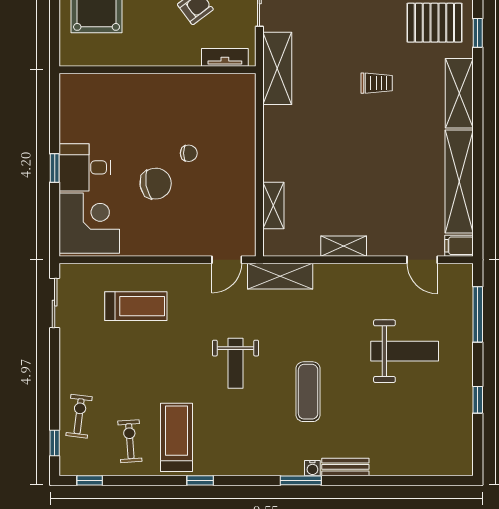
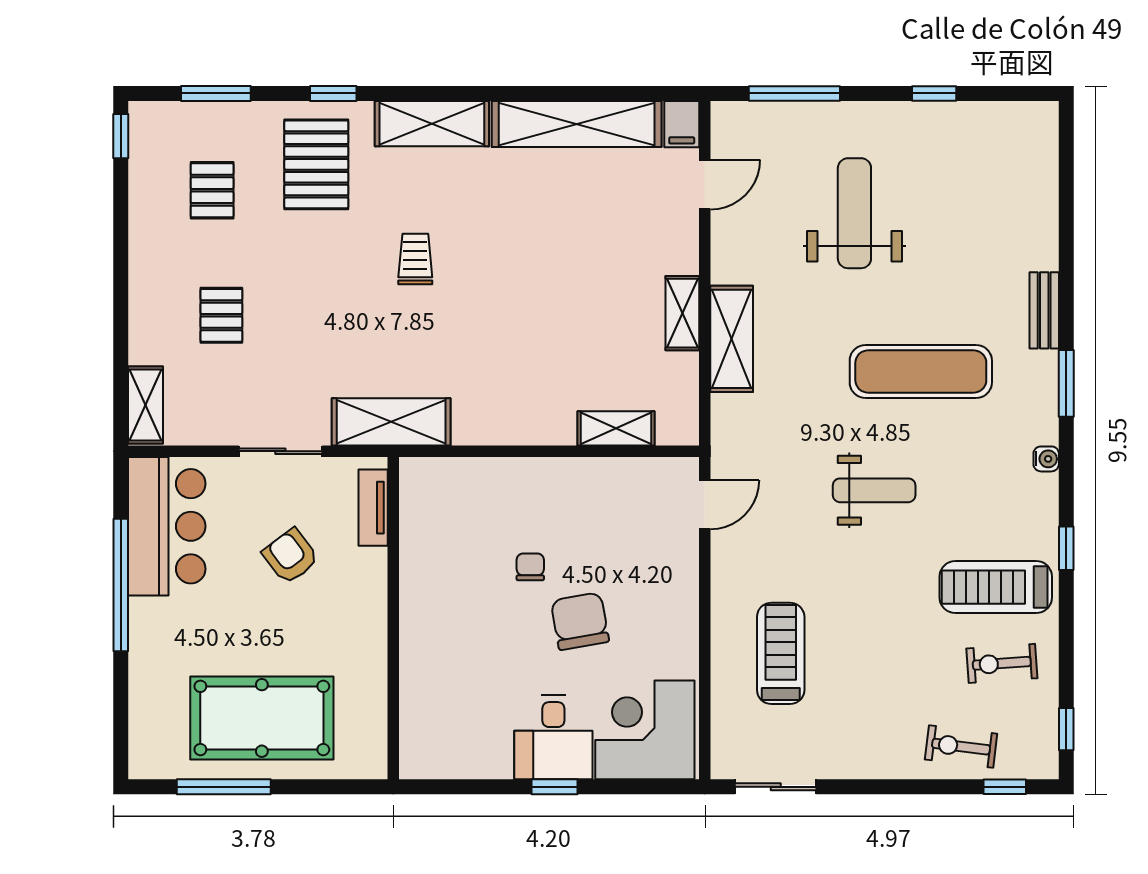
door: (227, 260) -> (705, 505), hinge flipped
shelving: (280, 276) -> (732, 339), moved
exercise mat: (308, 392) -> (921, 371), width x1.36, depth x1.45
water cooler: (312, 468) -> (1046, 459), moved

